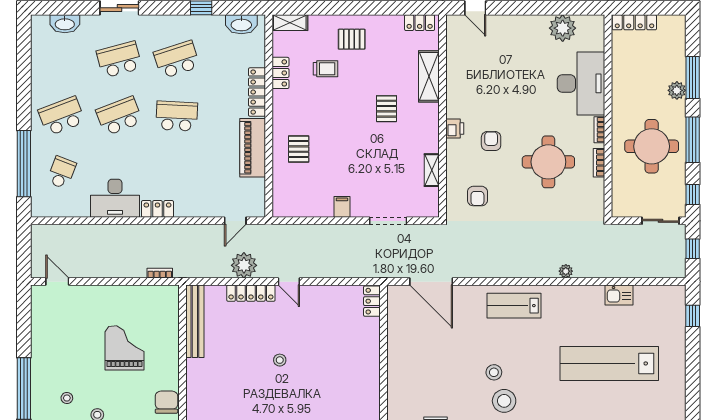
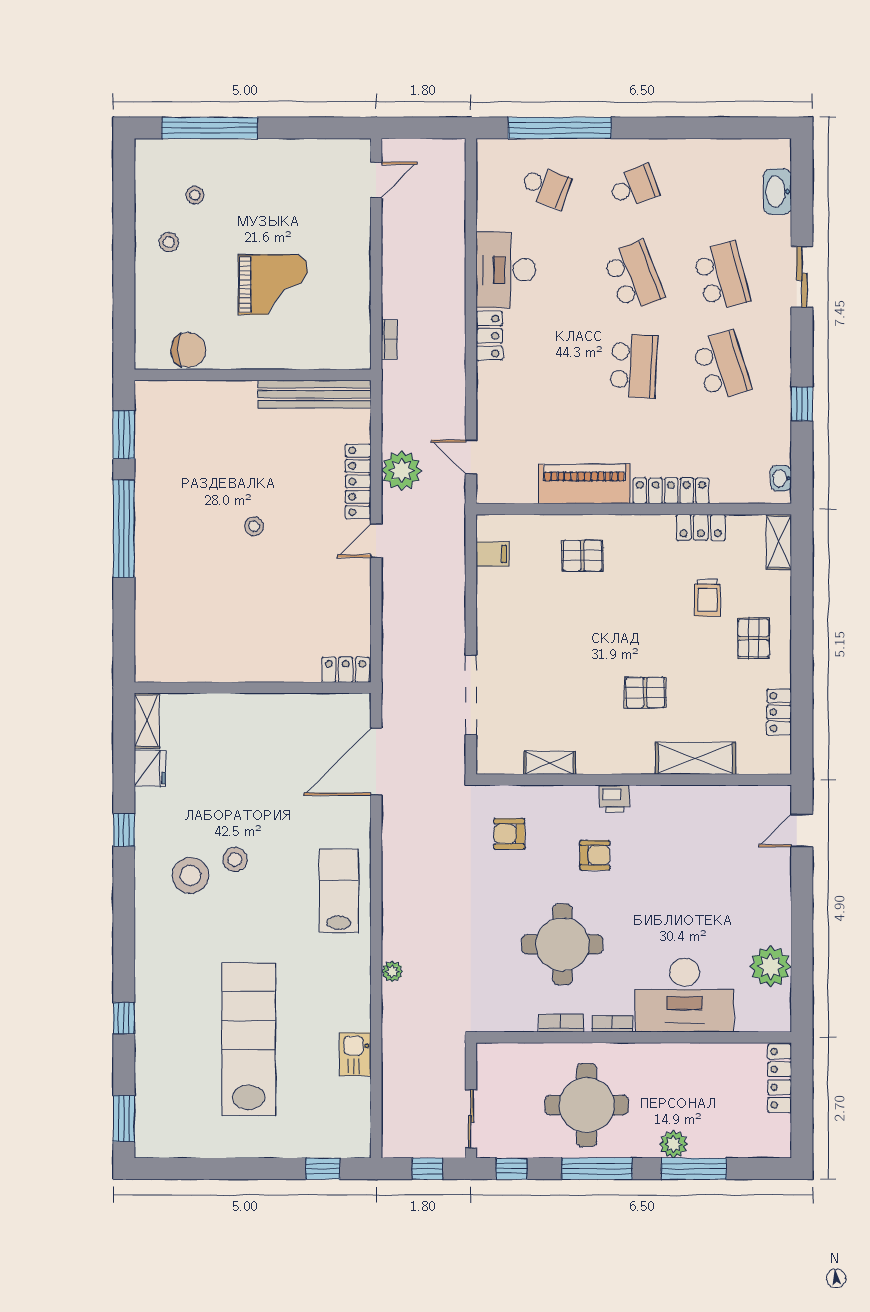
locker: (420, 23) -> (779, 712), moved
washbasin: (241, 24) -> (781, 478), width x0.52, depth x0.69
school desk: (62, 116) -> (634, 187), width x0.54
filing cabinet: (342, 207) -> (492, 554), moved
doorway: (388, 221) -> (471, 695), width x1.36

